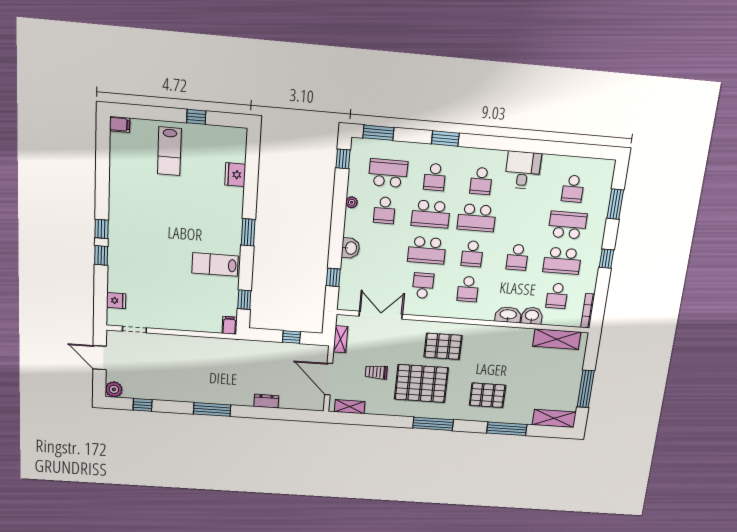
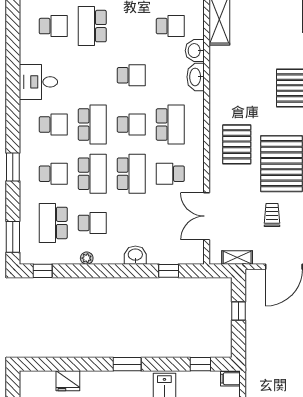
school desk: (562, 261) -> (131, 26), removed
school desk: (468, 289) -> (170, 125), width x1.85
trolley: (376, 372) -> (272, 215), turned 180

